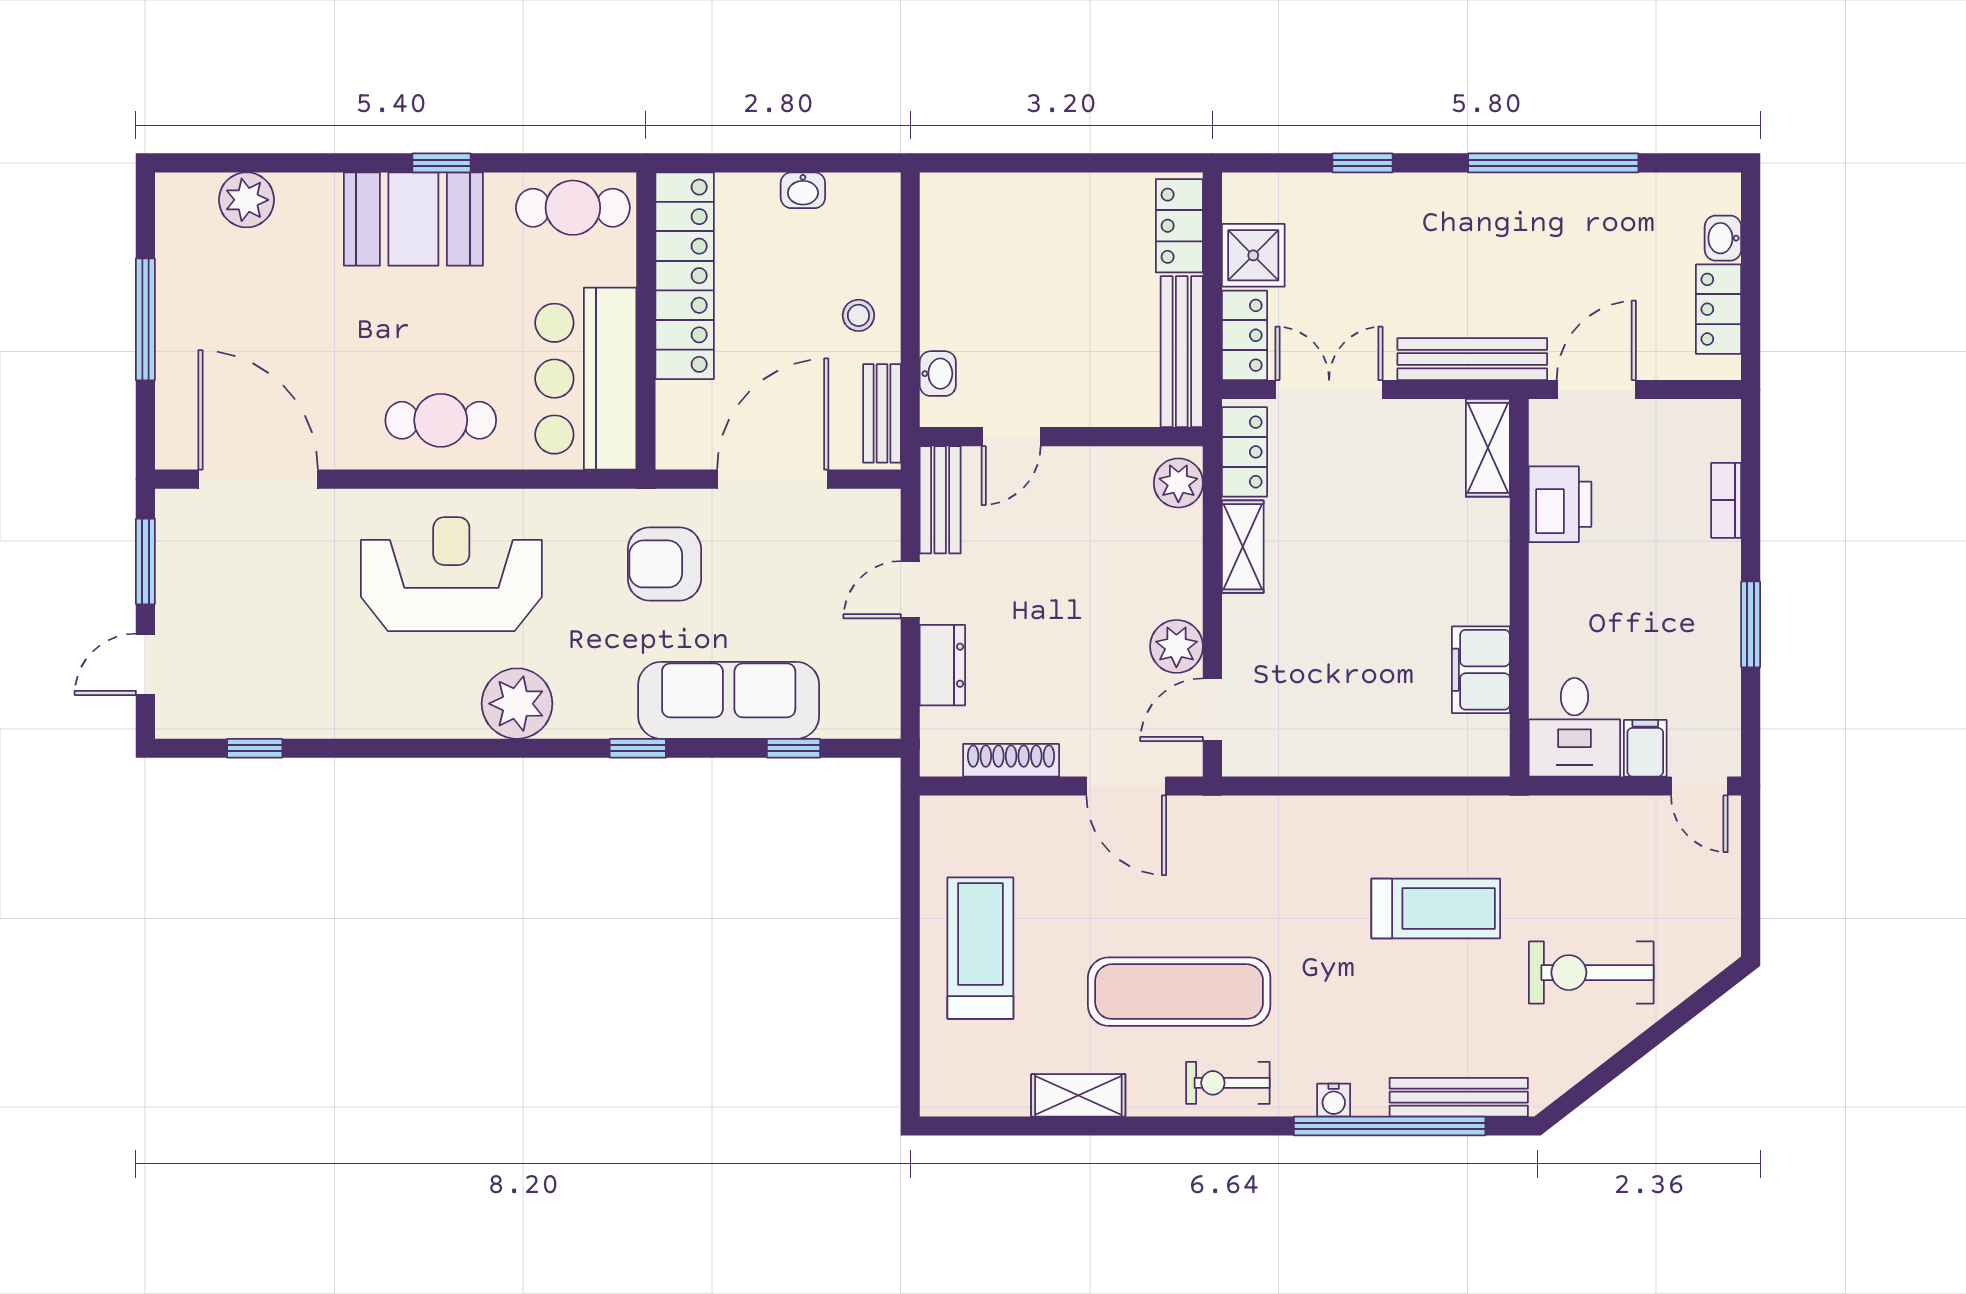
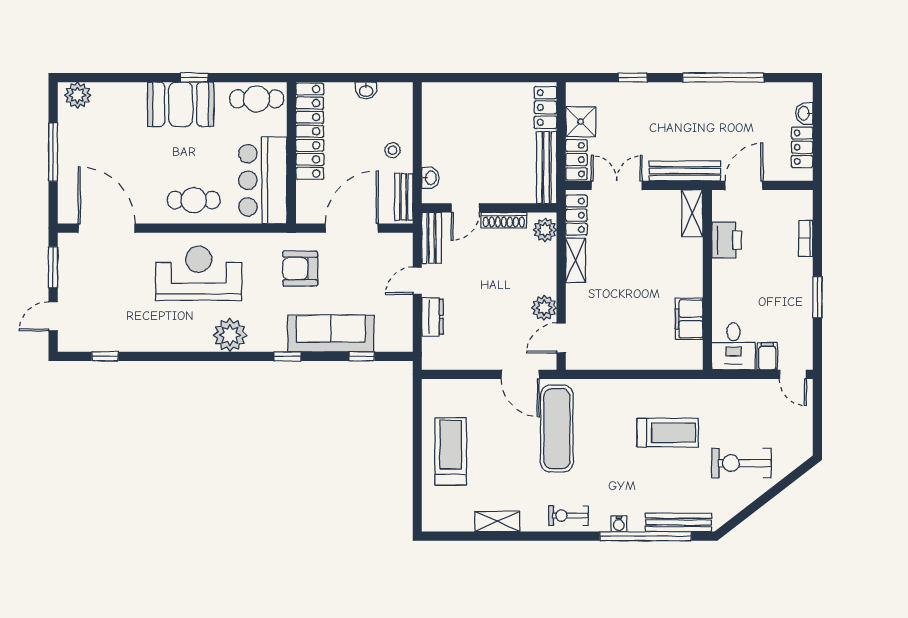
plant: (247, 200) -> (78, 95), moved
shoe rack: (1011, 760) -> (504, 220), moved, turned 180
exercise mat: (1179, 992) -> (557, 429), moved, turned 90

